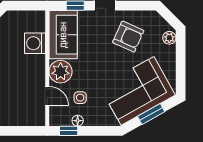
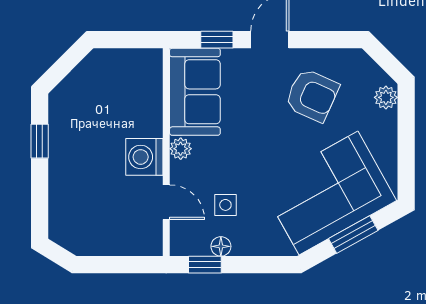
washing machine: (35, 43) -> (144, 157), moved
plant: (61, 72) -> (181, 149), width x0.53, depth x0.53

